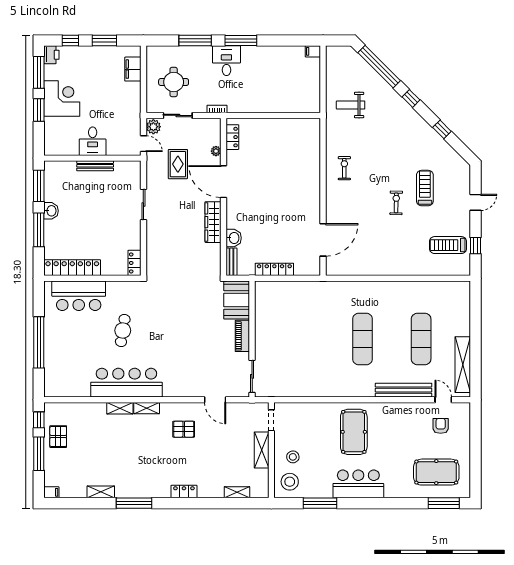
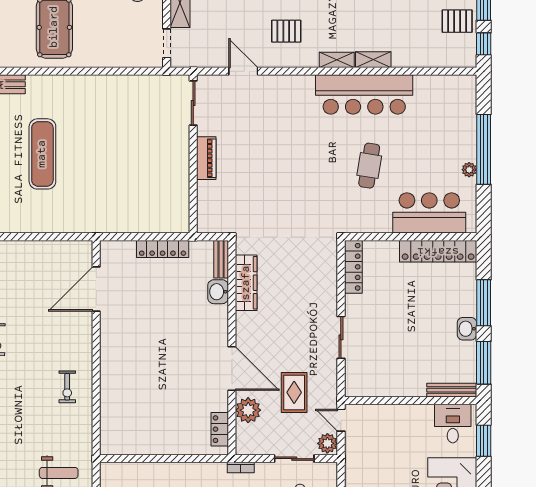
window: (39, 110) -> (484, 441), moved
desk: (93, 141) -> (453, 424), moved
plant: (216, 151) -> (248, 410), width x1.88, depth x1.88
bench: (95, 166) -> (452, 390), moved
wardrobe: (213, 222) -> (246, 283), moved
locker: (134, 263) -> (353, 267), width x1.53
booth: (237, 300) -> (214, 207), removed
plant: (49, 327) -> (469, 170), added
pallet: (58, 437) -> (457, 21), turned 90

